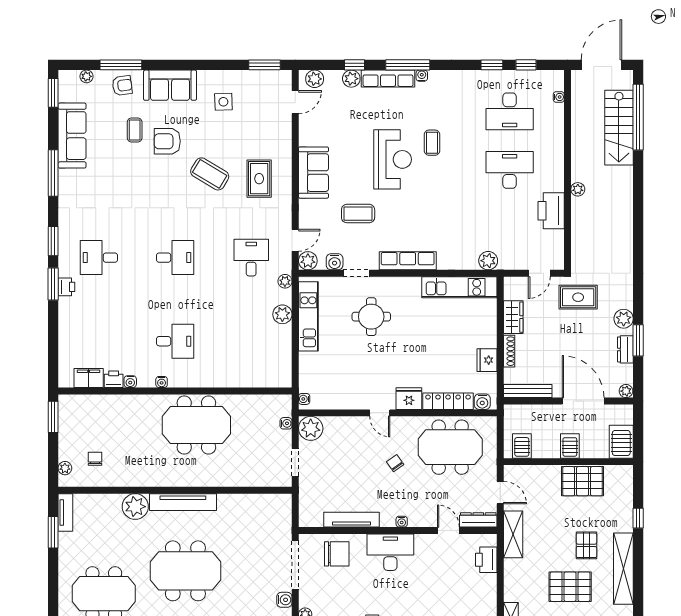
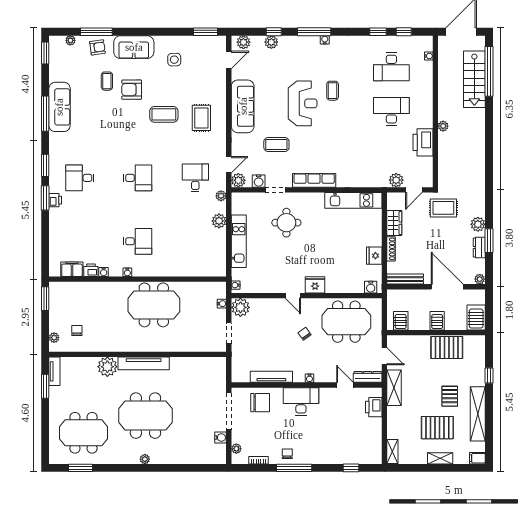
row of seats: (388, 79) -> (299, 42), removed
sofa: (72, 136) -> (59, 107), moved
sofa: (313, 173) -> (243, 106), width x1.36
coffee table: (210, 174) -> (164, 114), turned -31
plant: (488, 261) -> (396, 180), moved
kitchen unit: (308, 316) -> (239, 241), moved
locker: (448, 401) -> (345, 287), removed

